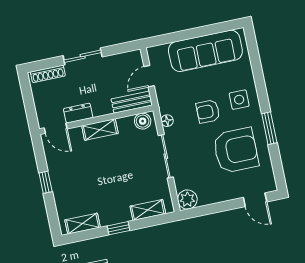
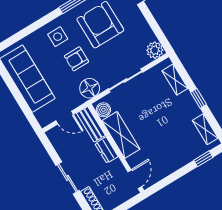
armchair: (208, 111) -> (76, 59), turned 90
dresser: (78, 113) -> (106, 150), moved
floor lamp: (167, 121) -> (90, 88), width x1.89, depth x1.89
shelving: (100, 130) -> (121, 135), width x1.50, depth x1.33
window: (46, 182) -> (203, 159), moved

